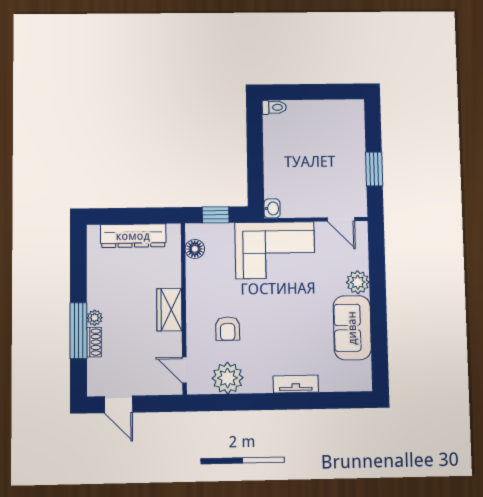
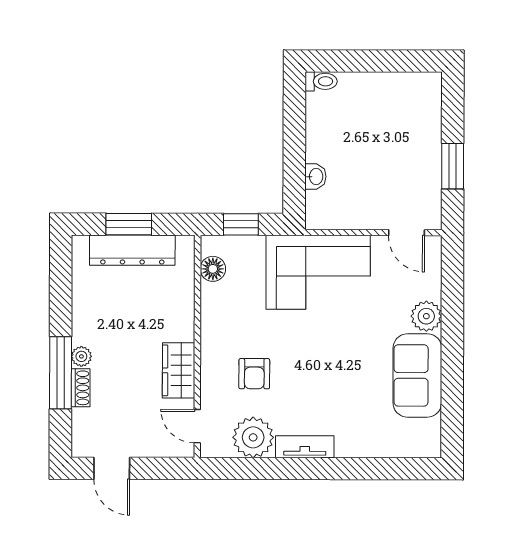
washbasin: (272, 208) -> (315, 177), moved
window: (130, 216) -> (129, 224), added
wardrobe: (169, 310) -> (179, 370), moved
tv unit: (296, 384) -> (305, 447), moved

